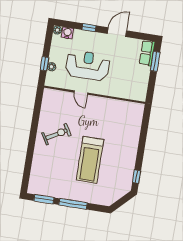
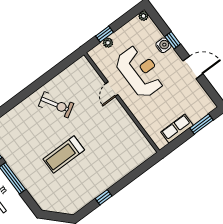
water cooler: (67, 33) -> (163, 45), moved
row of seats: (147, 53) -> (177, 129), moved
treadmill: (90, 160) -> (64, 155), width x0.73, depth x0.73
window: (137, 177) -> (104, 197), moved

